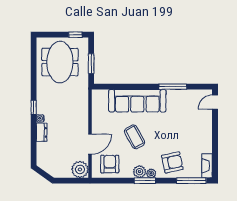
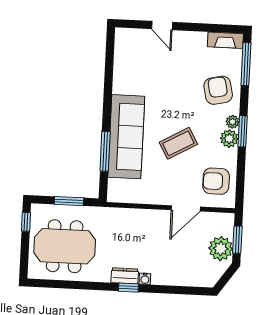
window: (173, 87) -> (105, 151), moved
door: (215, 102) -> (162, 26), moved
dresser: (42, 132) -> (125, 276), moved
door: (90, 144) -> (186, 208), swing flipped
plant: (80, 169) -> (221, 249), moved
window: (70, 181) -> (237, 240), added

